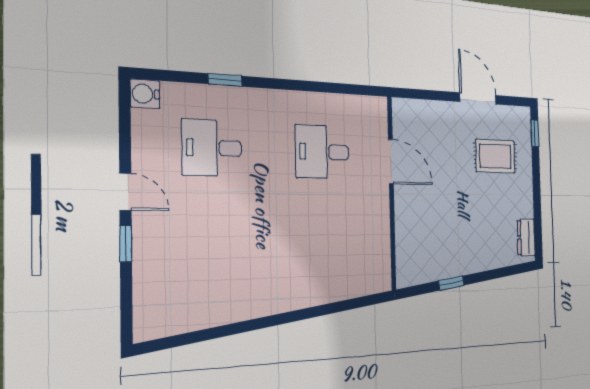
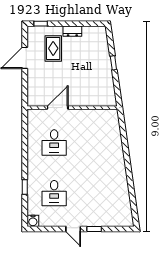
door: (125, 192) -> (73, 229), swing flipped
dresser: (526, 237) -> (72, 31), moved
window: (451, 283) -> (113, 63), moved

